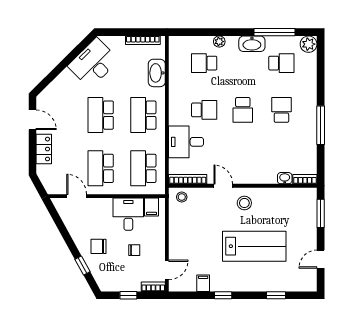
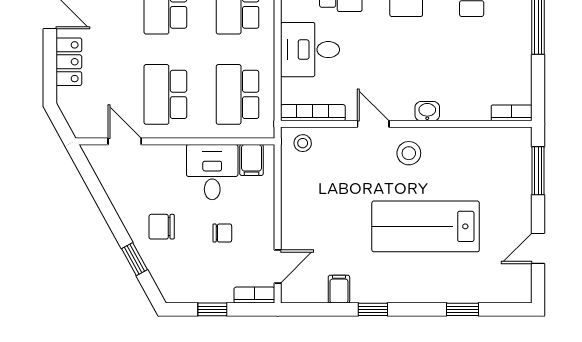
washbasin: (285, 178) -> (427, 111), moved
lab bench: (254, 246) -> (426, 226), turned 180

